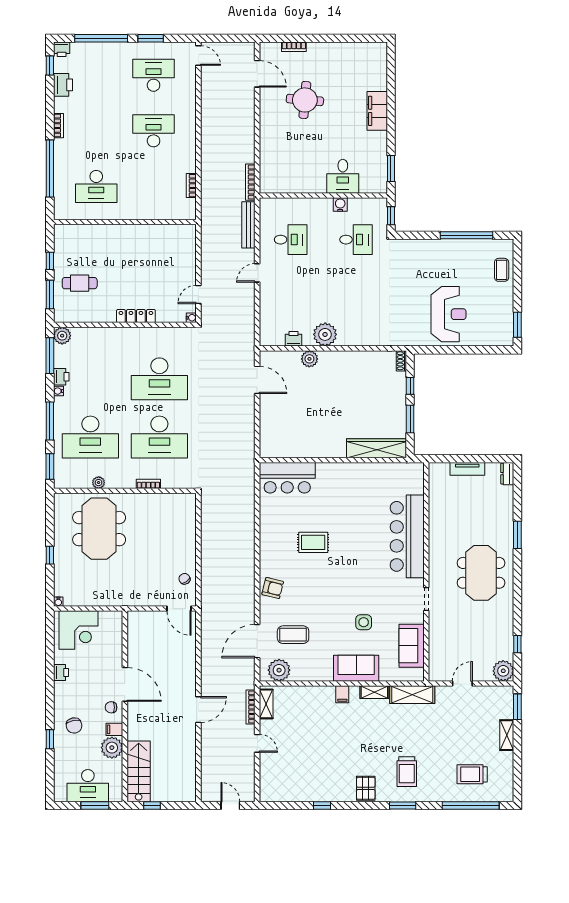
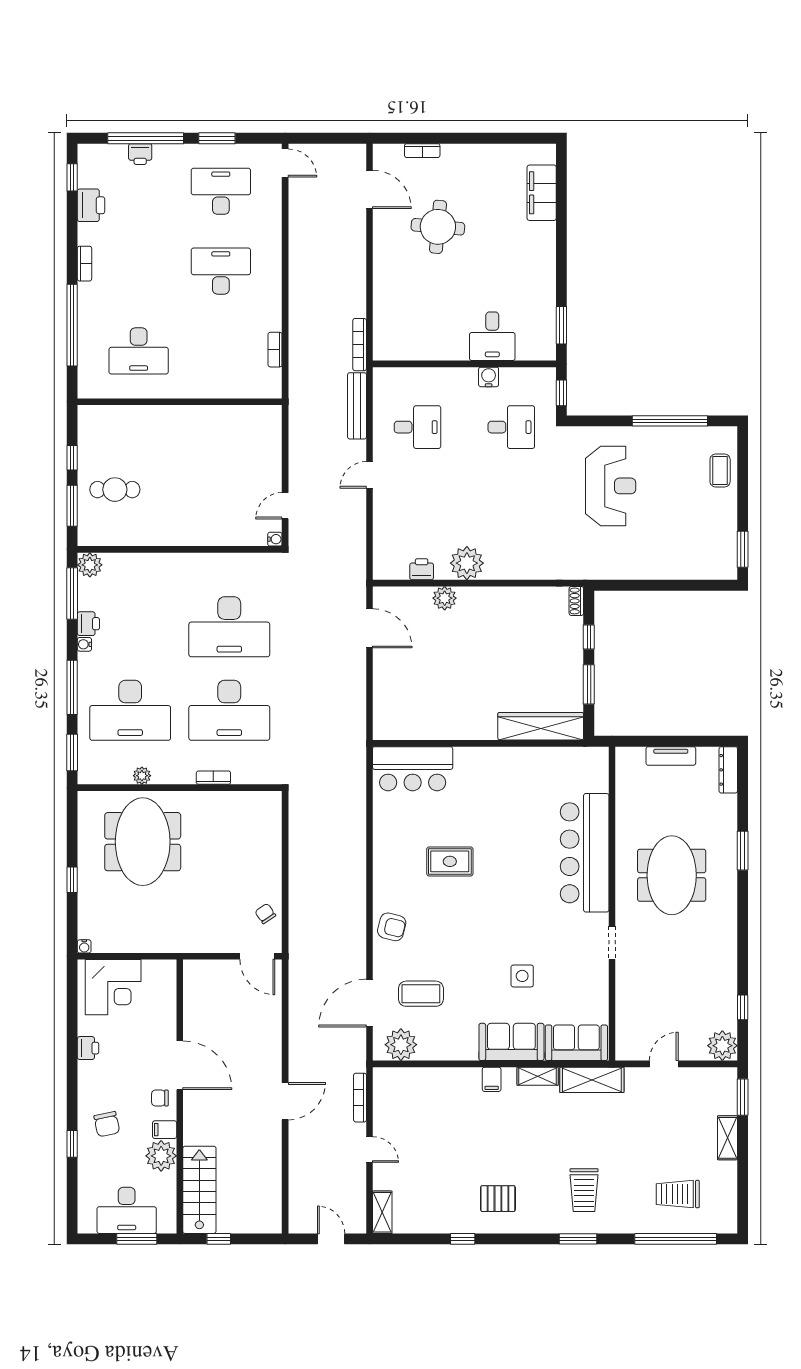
printer: (62, 49) -> (140, 154), moved
filing cabinet: (377, 111) -> (542, 193), moved
reception desk: (449, 314) -> (611, 486), moved
locker: (136, 316) -> (196, 537), removed
dresser: (507, 474) -> (728, 770), width x1.44
meeting table: (481, 573) -> (672, 875), moved
sofa: (412, 646) -> (576, 1043), moved, turned 90
shelving: (266, 704) -> (382, 1212), moved
pallet: (366, 788) -> (498, 1199), moved, turned 90

